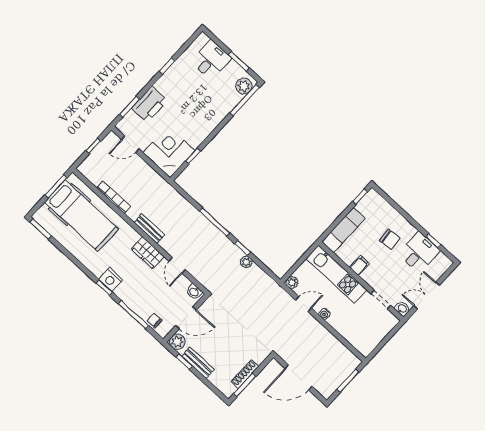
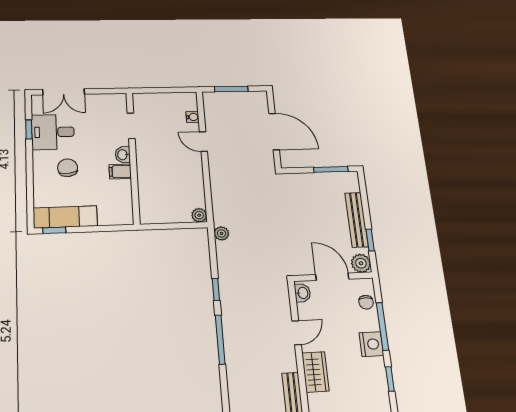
exam couch: (343, 230) -> (65, 217), moved
plant: (246, 262) -> (221, 233), moved
kitchen unit: (337, 274) -> (149, 184), removed
nightstand: (111, 280) -> (371, 344), moved
double door: (427, 296) -> (64, 92), moved
door: (304, 304) -> (203, 142), moved
washbasin: (402, 309) -> (123, 155), moved
water cooler: (325, 314) -> (193, 117), moved
bench: (198, 363) -> (357, 220), width x1.36
shoe rack: (245, 374) -> (322, 178), removed

